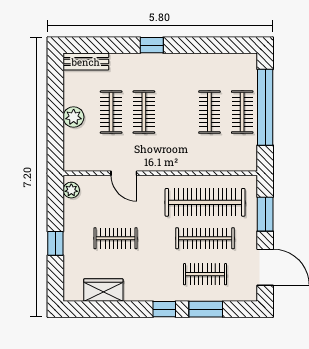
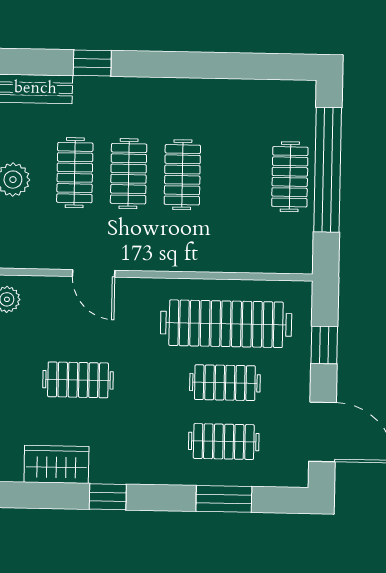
window: (152, 45) -> (92, 63), moved
clothes rail: (209, 112) -> (182, 175), moved
window: (265, 214) -> (324, 345), width x0.67
clothes rail: (205, 238) -> (225, 383), width x0.73
window: (164, 309) -> (108, 497), moved

